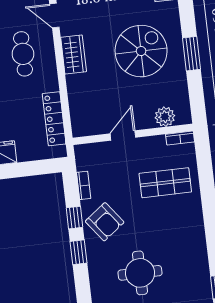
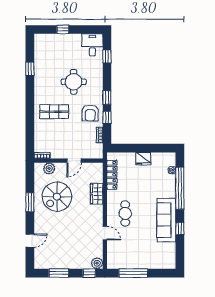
spiral stairs: (141, 51) -> (57, 197), moved
wardrobe: (74, 54) -> (97, 194), moved
shop shelf: (165, 183) -> (54, 112), moved
armchair: (105, 222) -> (90, 113), turned -143

